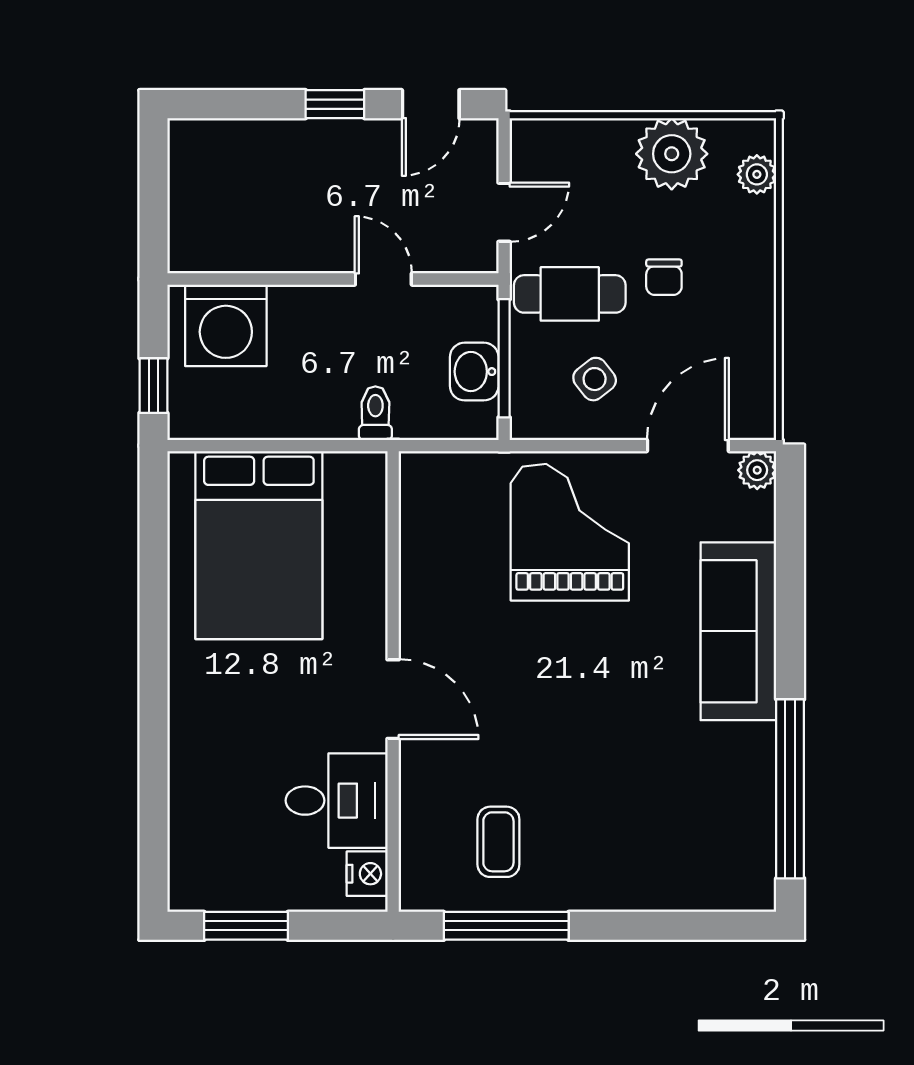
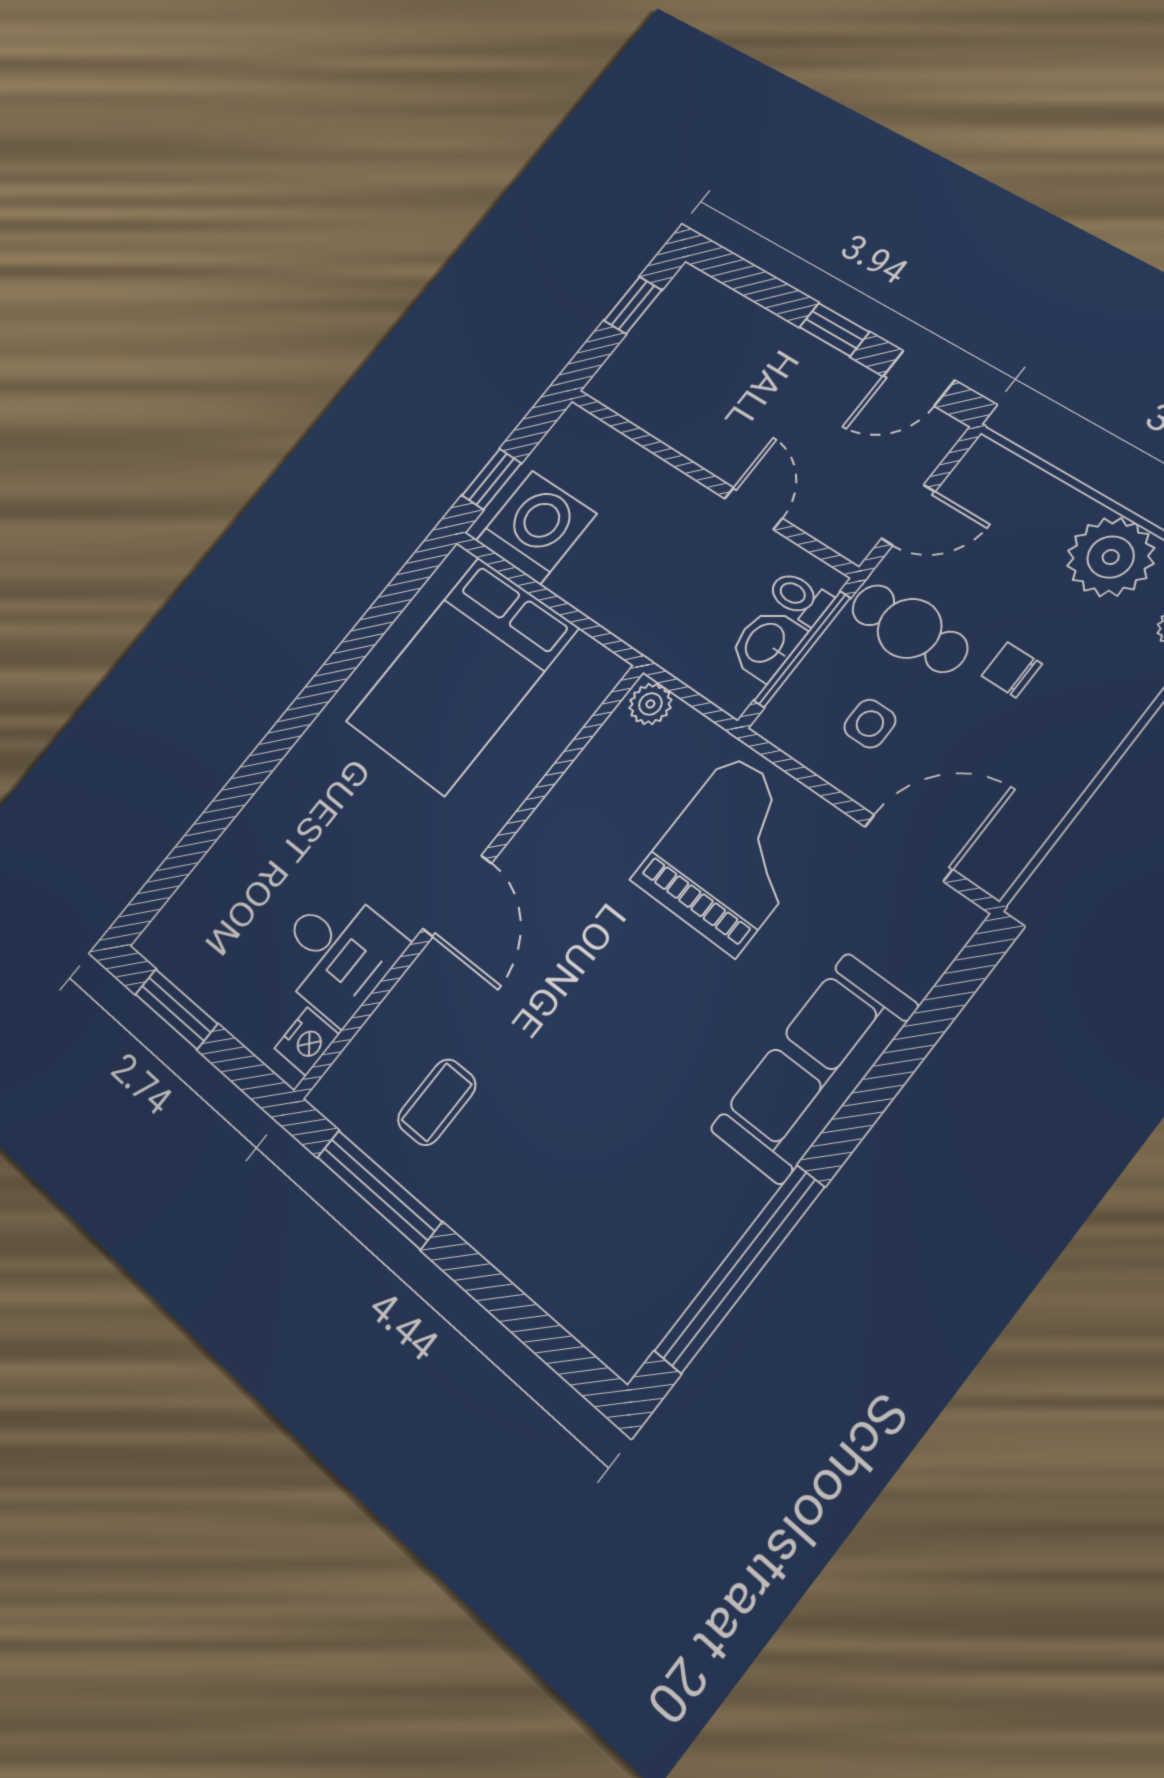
window: (153, 179) -> (633, 305), added
chair: (664, 277) -> (1012, 670), turned 90
washing machine: (226, 325) -> (536, 527), moved, turned 180
side table: (595, 379) -> (870, 724), turned 38
toilet: (375, 413) -> (799, 597), moved, turned -90
plant: (757, 470) -> (650, 704), moved

